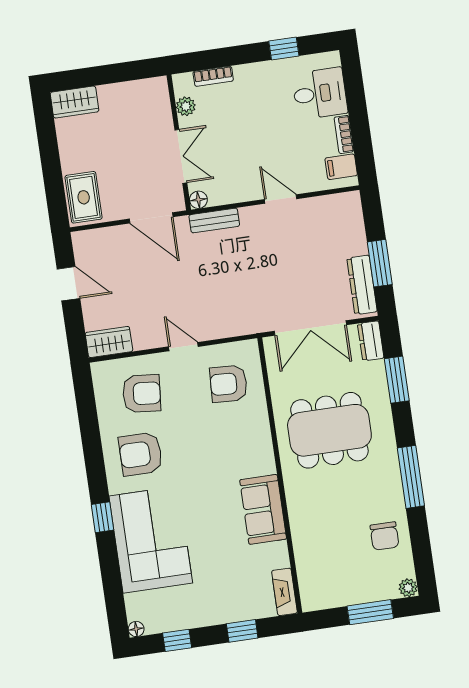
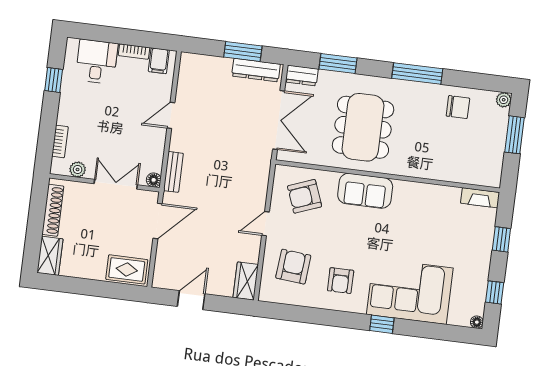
shoe rack: (129, 90) -> (53, 210), added
armchair: (229, 384) -> (305, 196), turned 66
armchair: (141, 454) -> (341, 281), width x0.72, depth x0.72
sofa: (263, 509) -> (365, 191), moved

